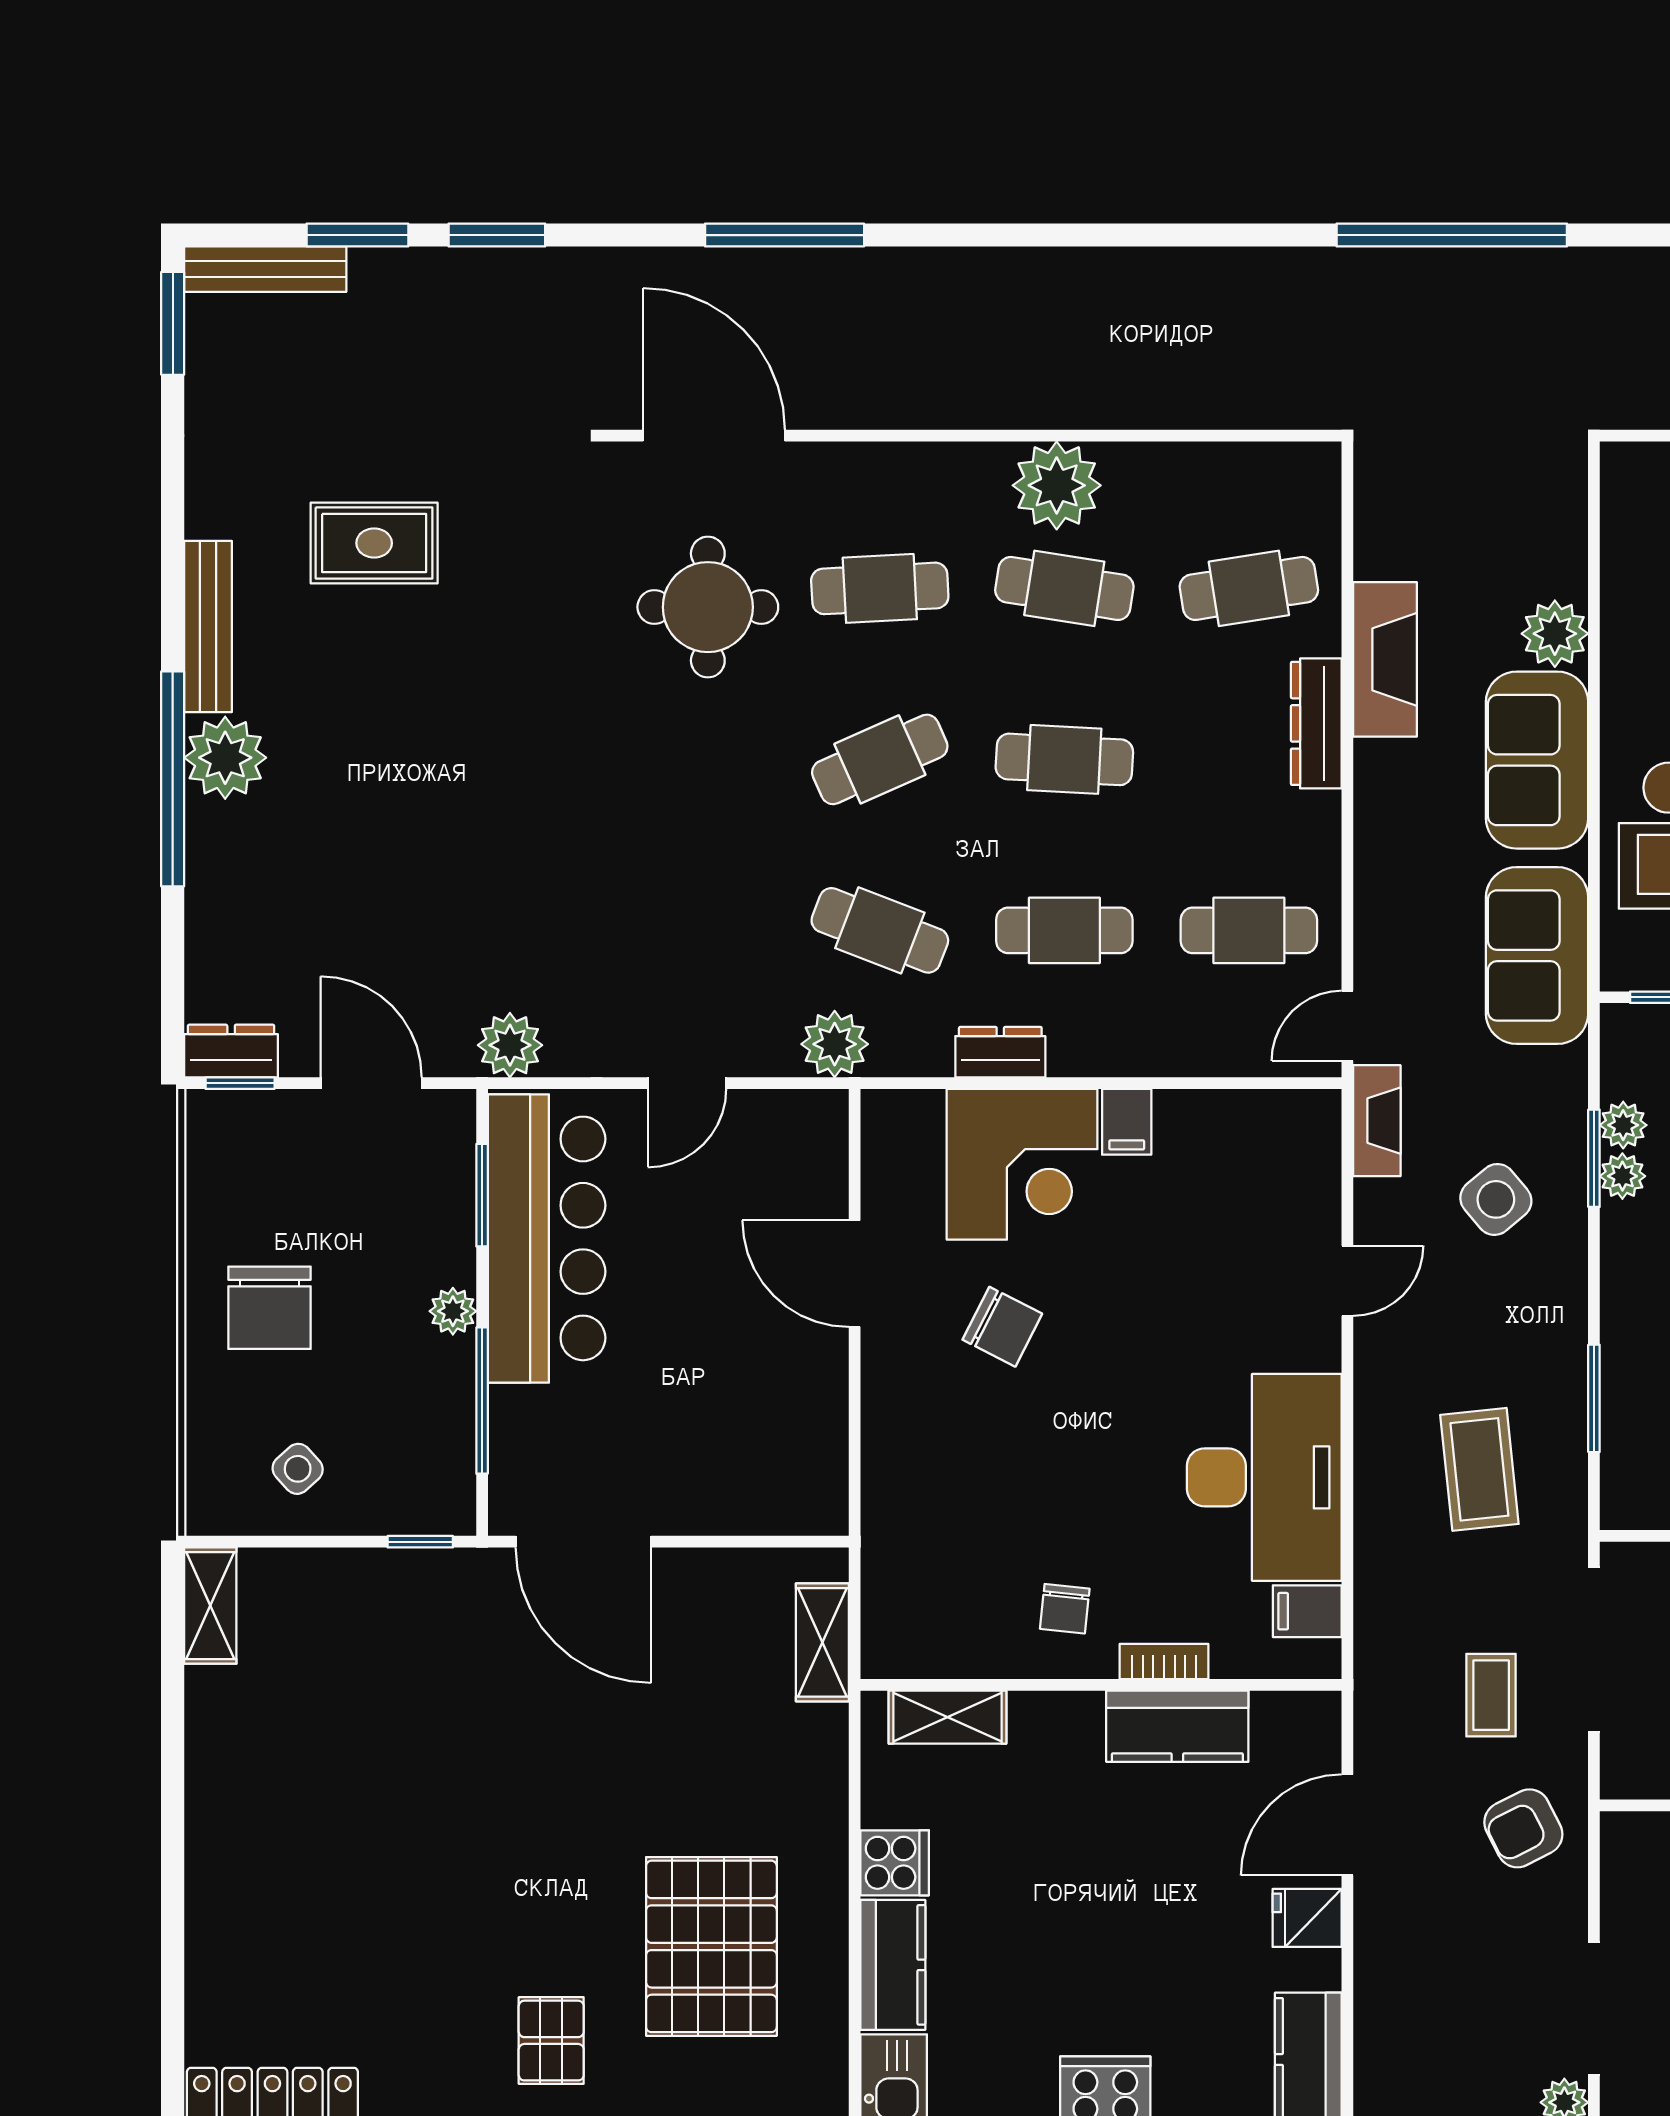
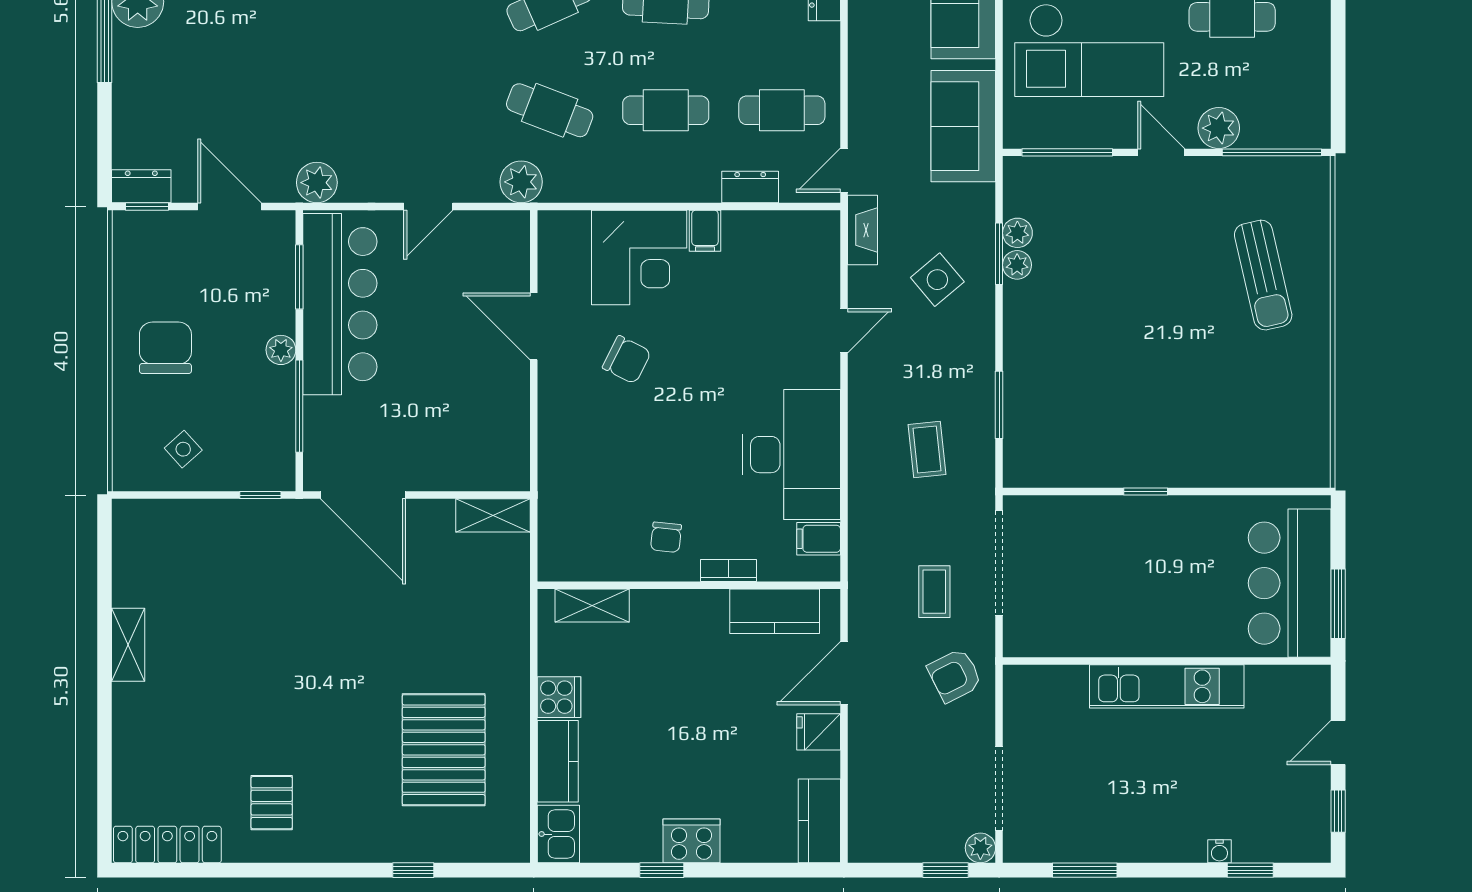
dresser: (1000, 1052) -> (750, 187), moved
chair: (269, 1308) -> (165, 348), turned 180
coffee table: (1479, 1469) -> (927, 450), width x0.73, depth x0.77
shelving: (210, 1606) -> (128, 645), moved
shelving: (822, 1642) -> (493, 515), moved, turned 90
kitchen counter: (1177, 1726) -> (775, 611), moved
pallet: (551, 2041) -> (272, 803), moved

